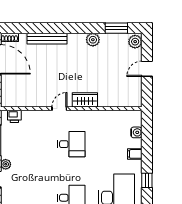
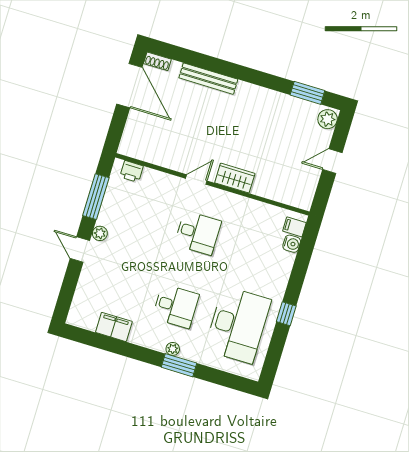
plant: (93, 40) -> (271, 99), removed
filing cabinet: (135, 154) -> (294, 227), moved

